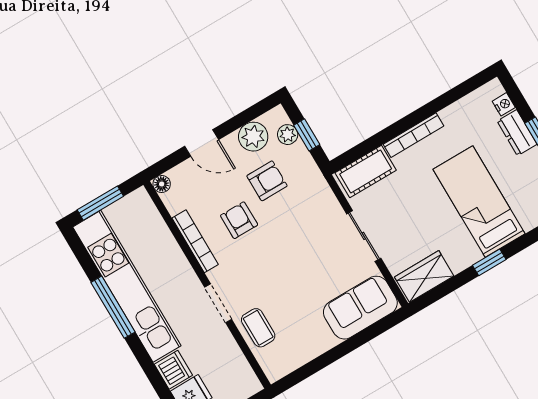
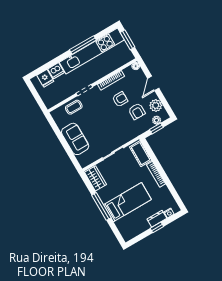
window: (489, 262) -> (101, 206), width x2.17
sofa: (360, 308) -> (75, 139), moved

